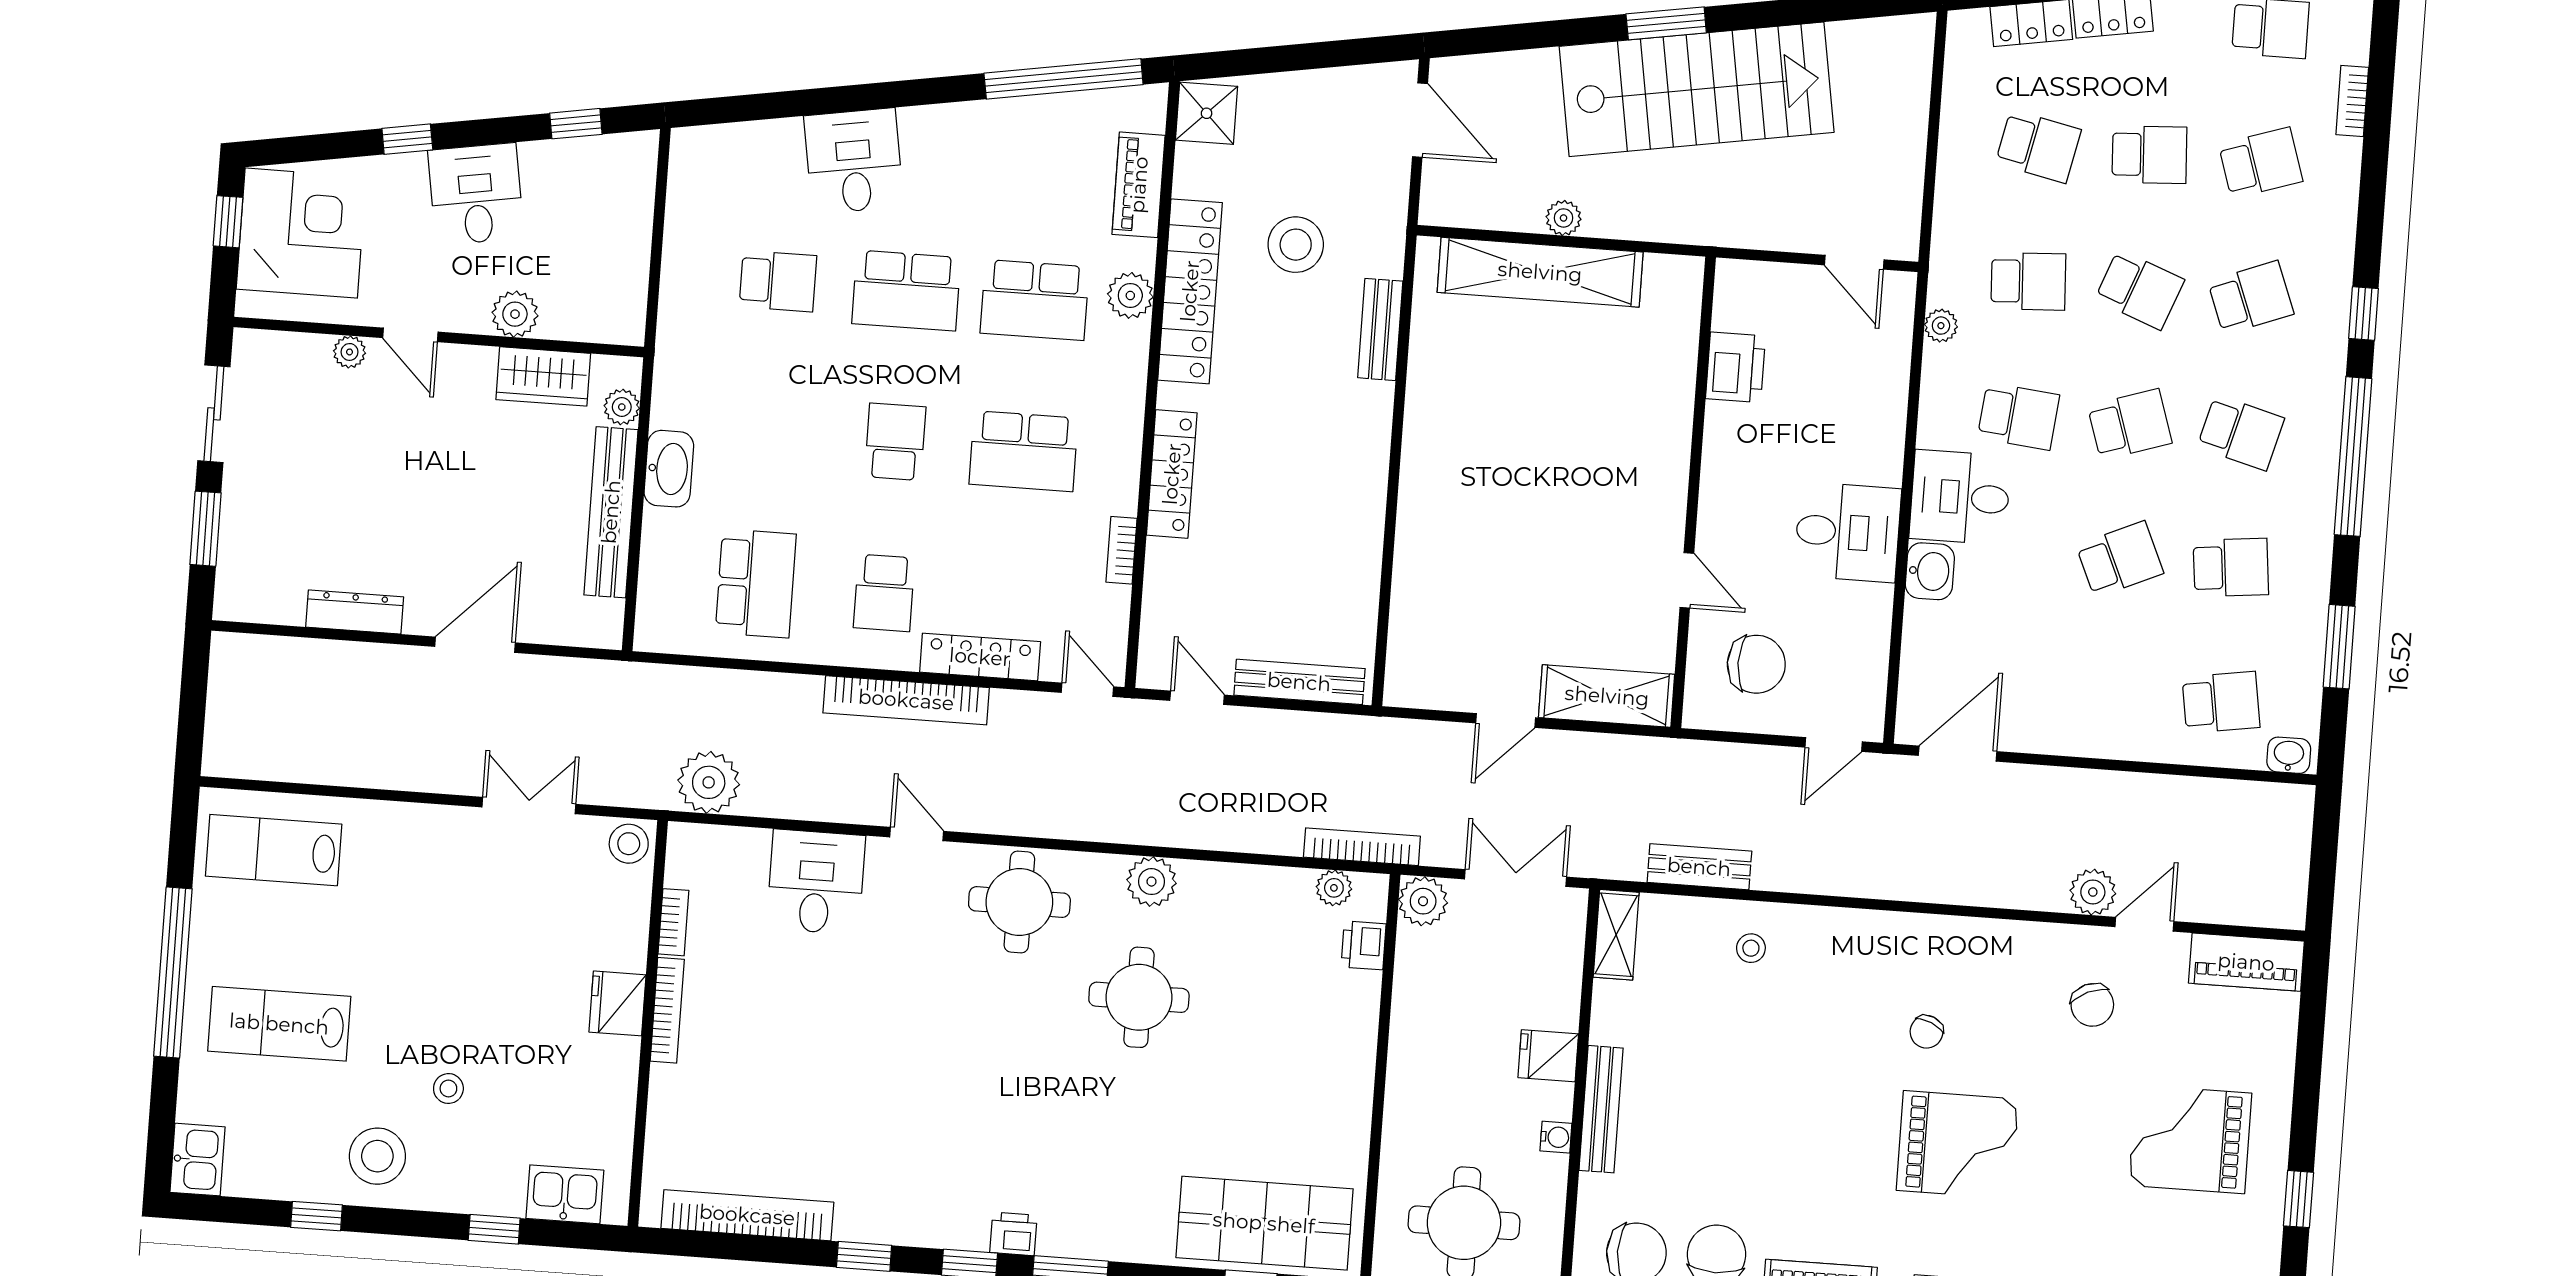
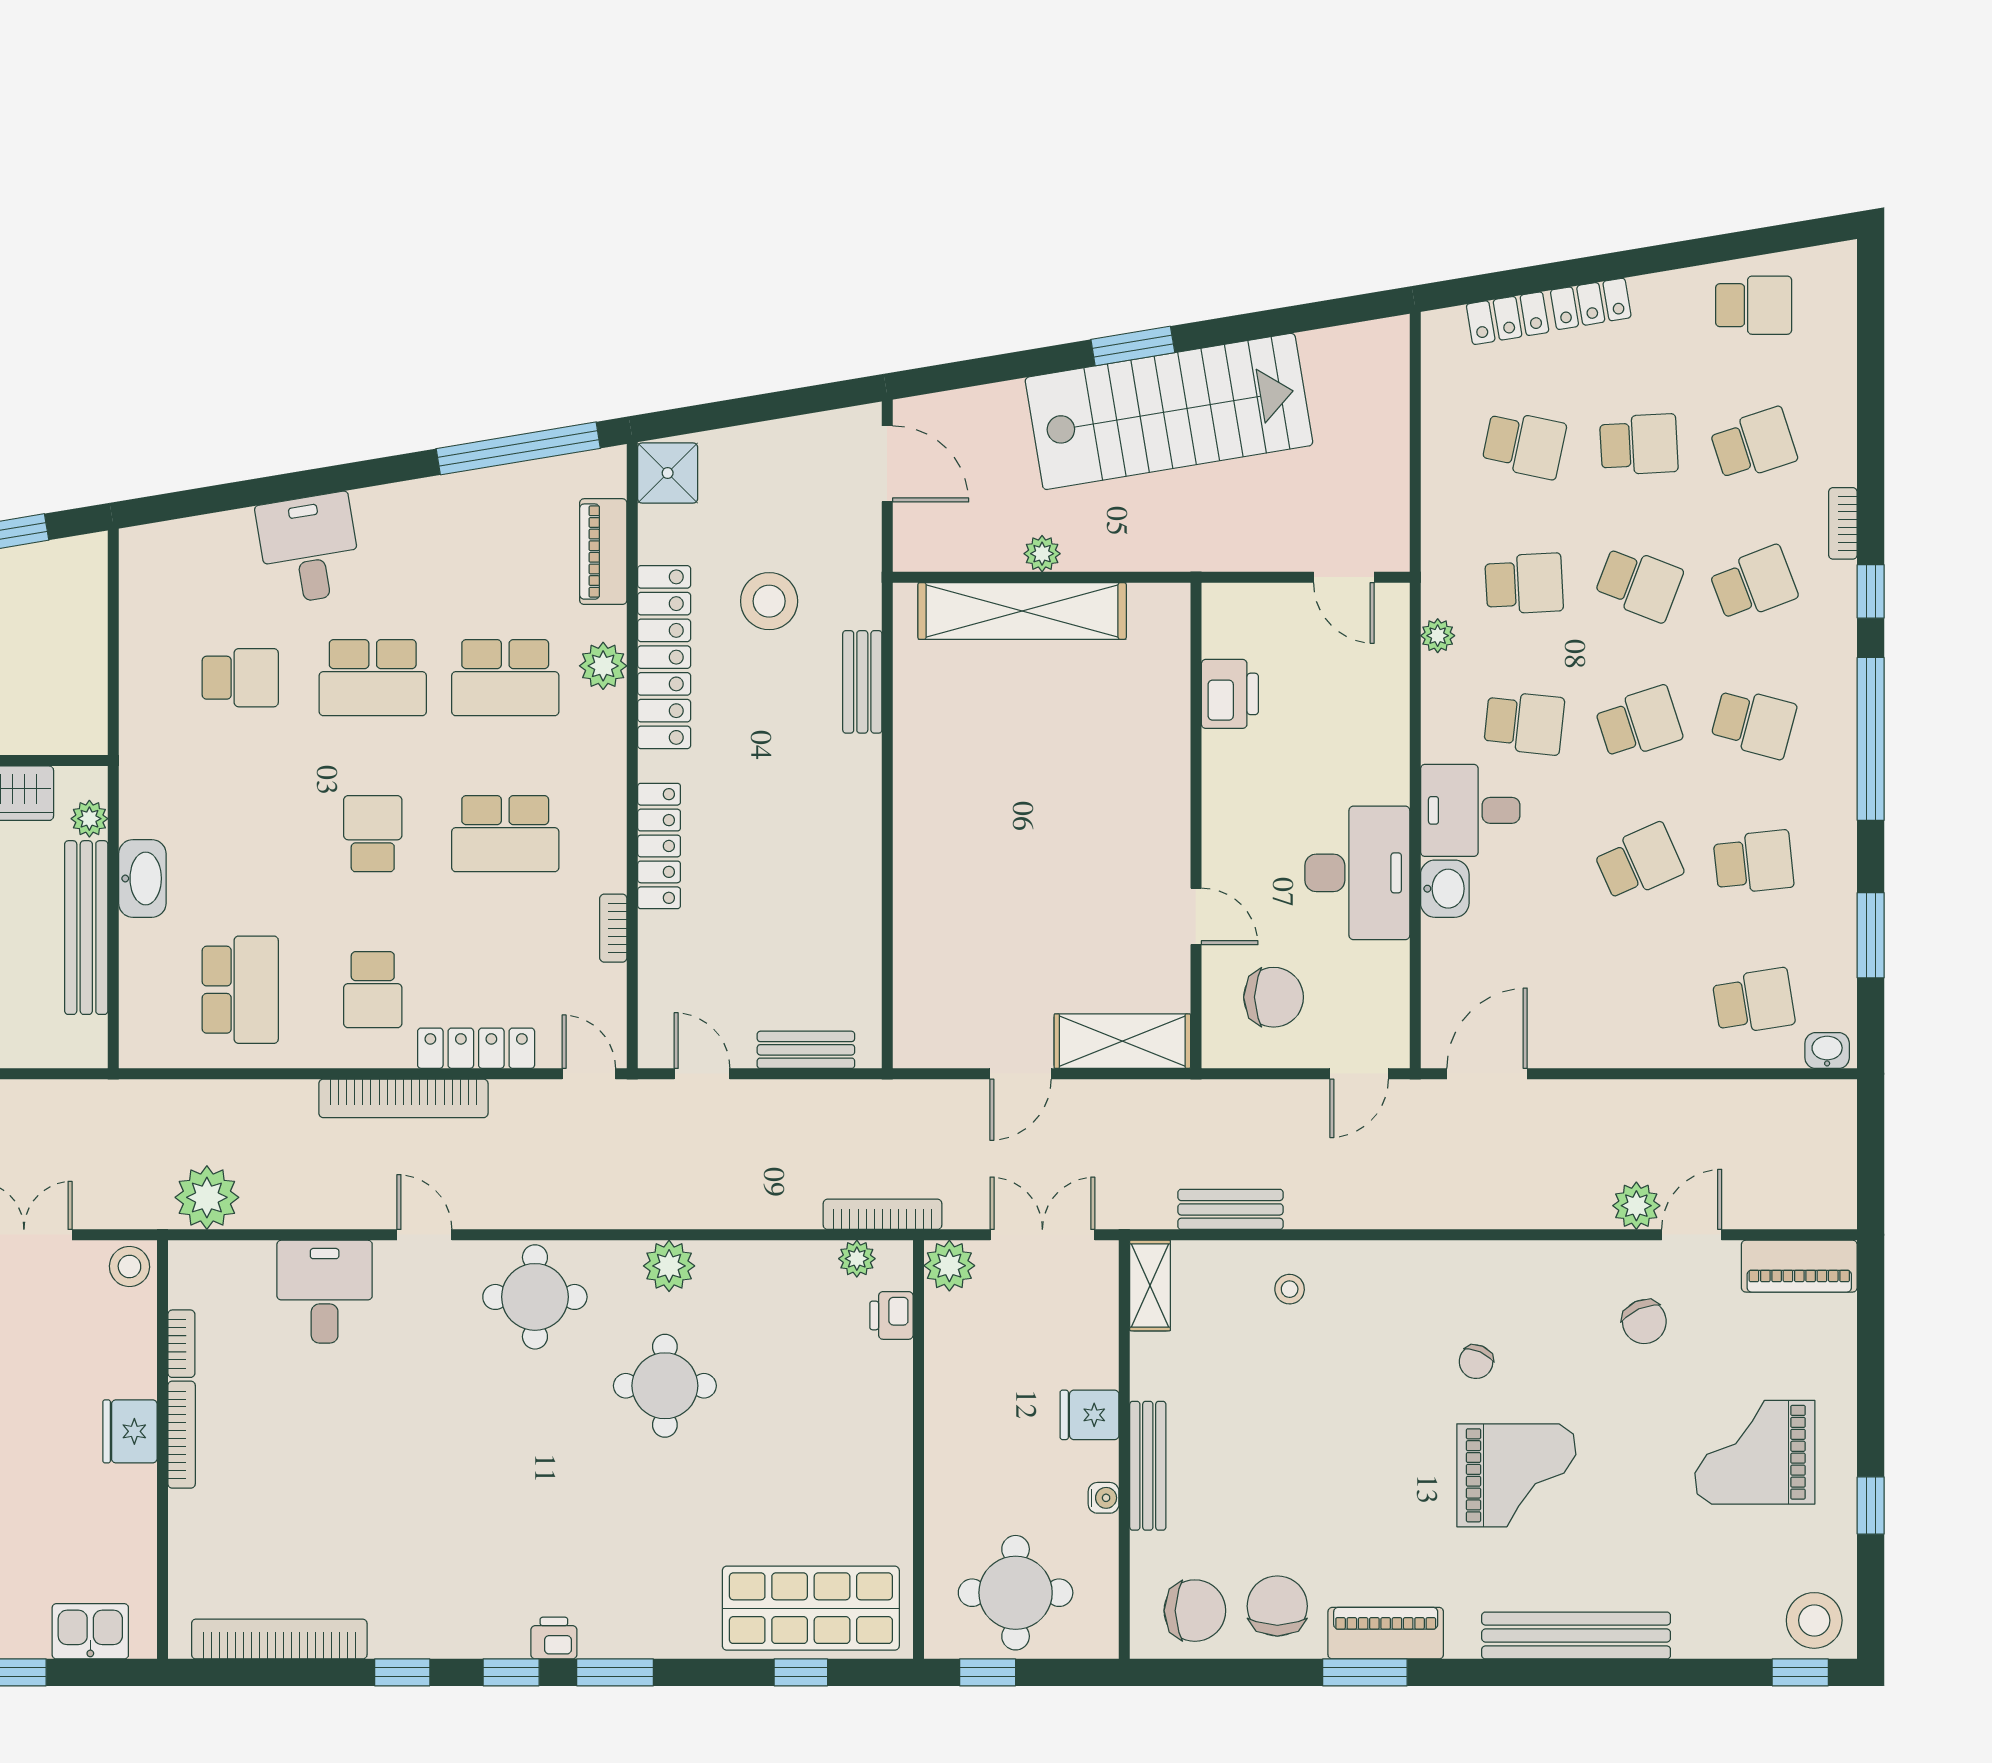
bookcase: (2352, 101) -> (1843, 523), moved
desk: (1848, 532) -> (1357, 873), width x1.37
bench: (1299, 682) -> (806, 1050), width x0.73

